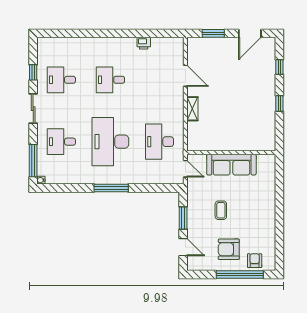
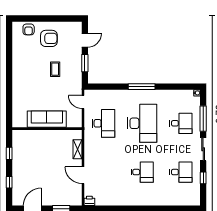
printer: (144, 43) -> (89, 201), moved
wall: (231, 153) -> (47, 129), moved
window: (33, 161) -> (203, 119), moved
sofa: (231, 165) -> (47, 119), moved
door: (183, 247) -> (85, 40), swing flipped
window: (240, 275) -> (40, 19), removed

